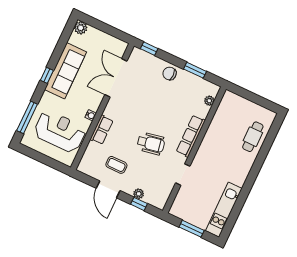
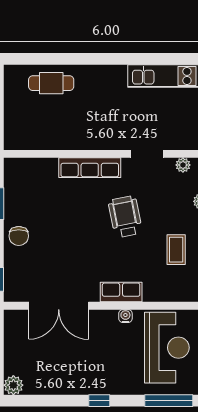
sofa: (66, 71) -> (81, 378), removed
plant: (209, 101) -> (183, 165), moved
row of seats: (102, 130) -> (121, 292), moved
reception desk: (60, 131) -> (167, 348), turned 180

